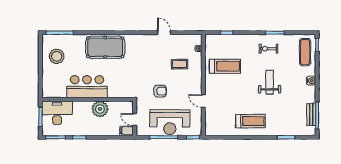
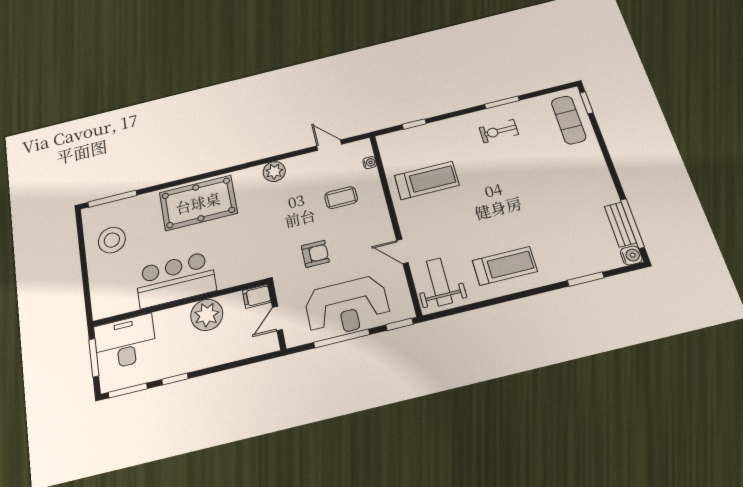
door: (164, 33) -> (329, 145), moved
plant: (148, 40) -> (274, 172), added
water cooler: (311, 81) -> (631, 255), moved
weight bench: (270, 82) -> (439, 282), moved
door: (135, 120) -> (277, 318), hinge flipped
filing cabinet: (127, 131) -> (257, 296), moved

